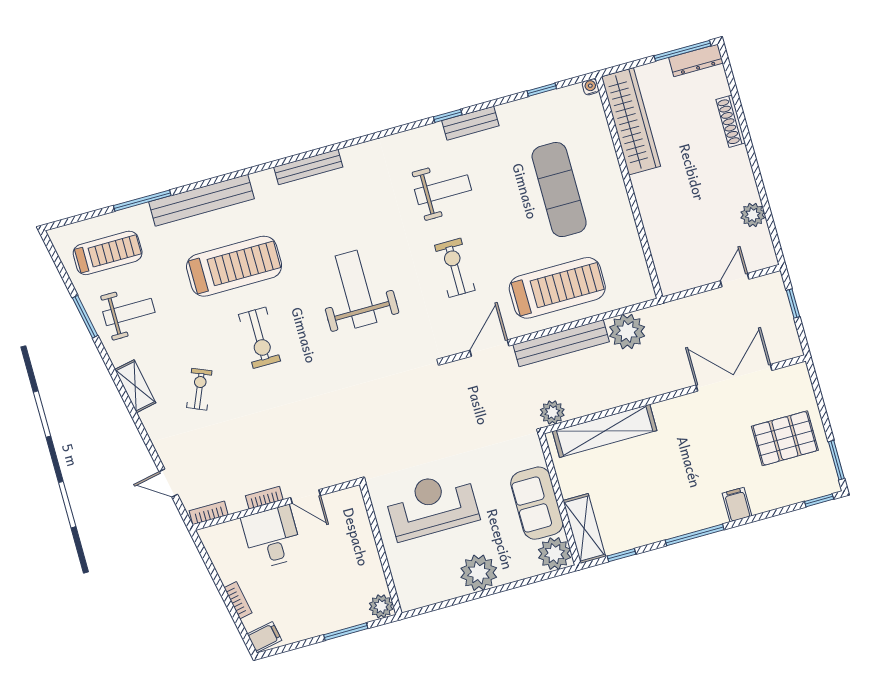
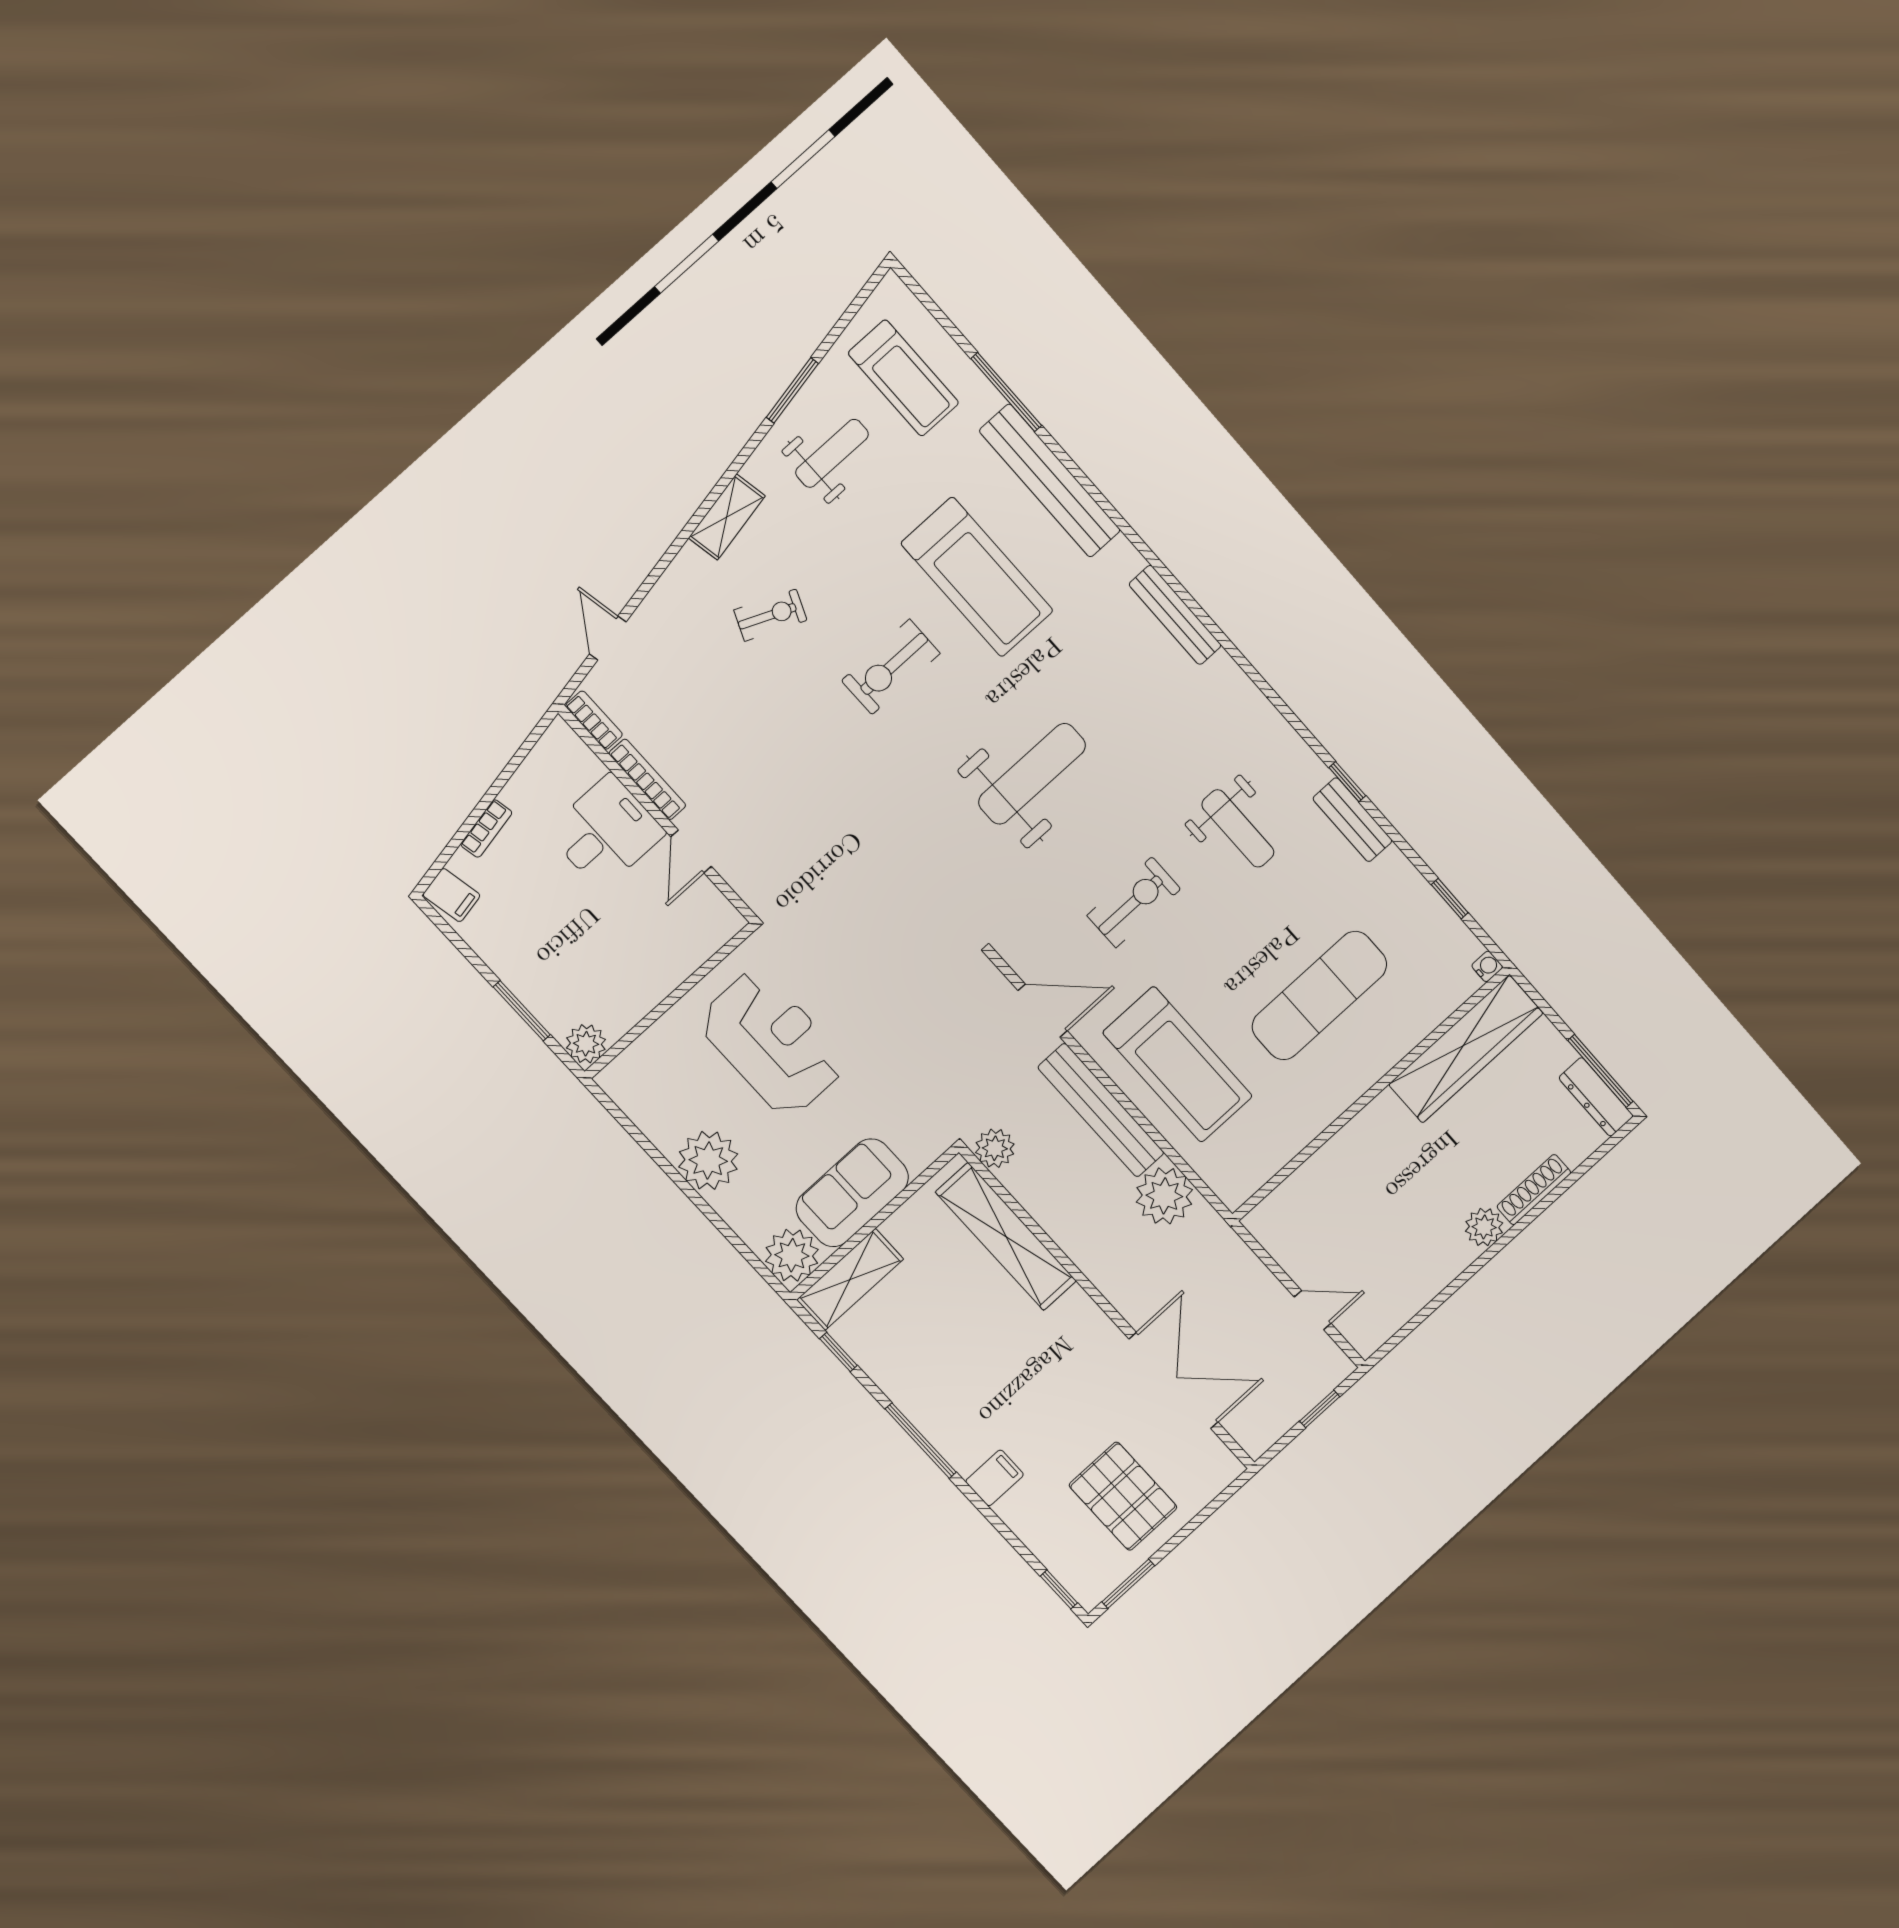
plant: (753, 215) -> (1484, 1227), moved
weight bench: (129, 312) -> (832, 453), turned -90
bookcase: (264, 498) -> (647, 779), width x1.56

